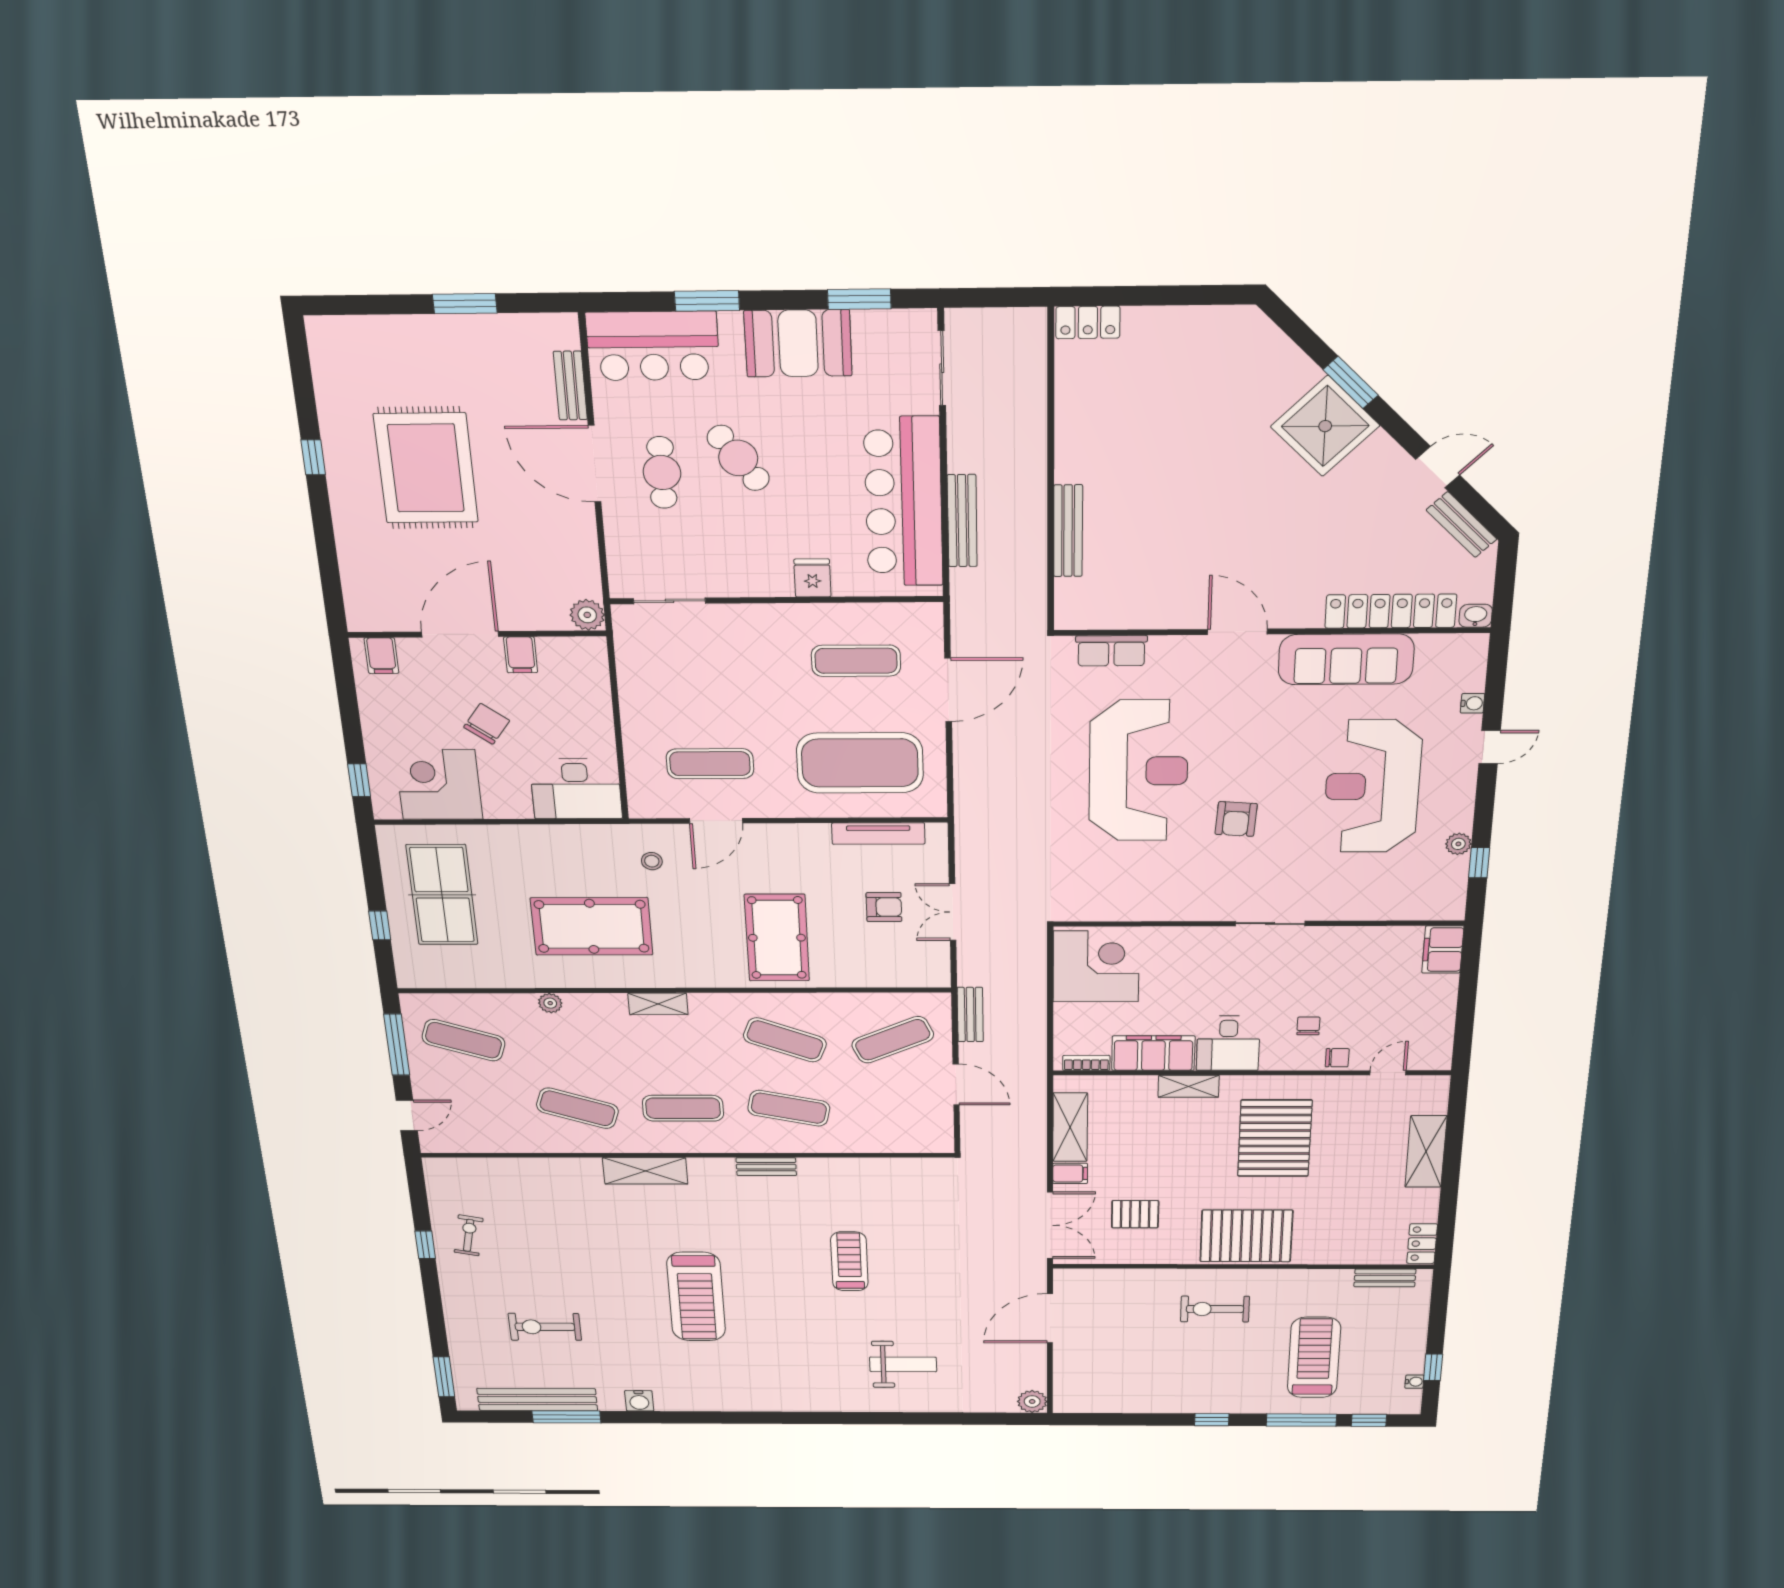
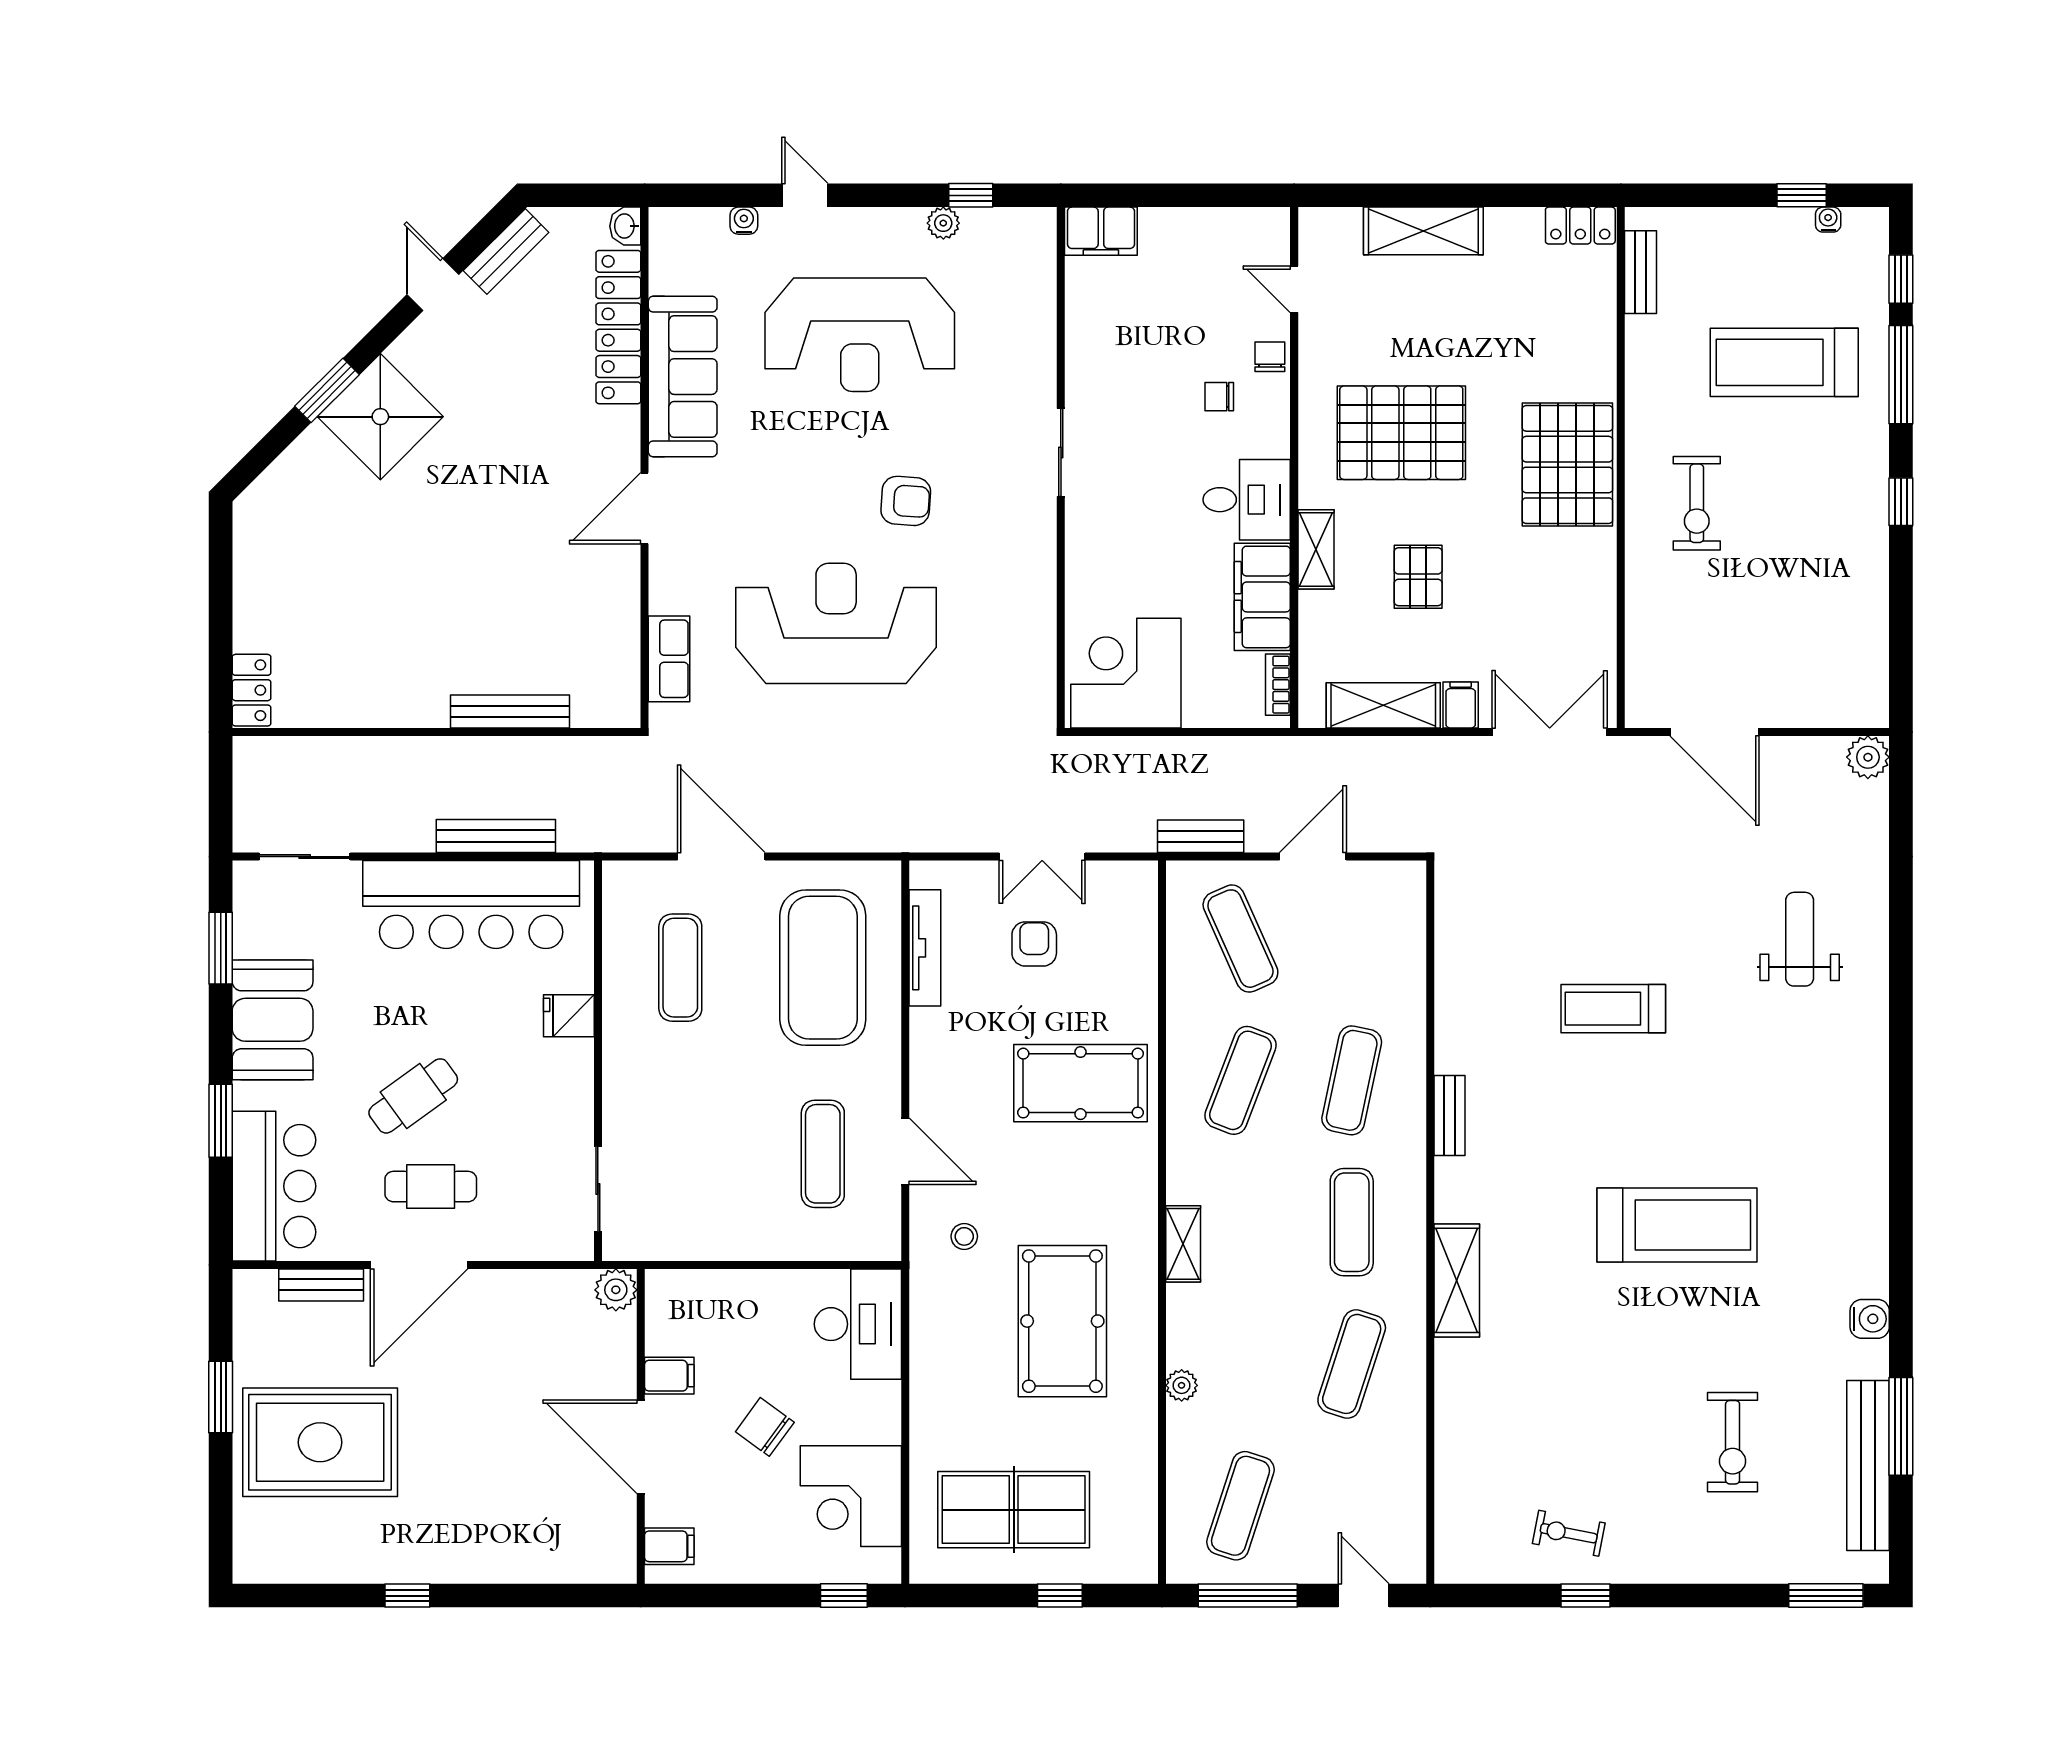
rug: (426, 468) -> (320, 1442), moved
pallet: (1135, 1214) -> (1418, 577), moved

